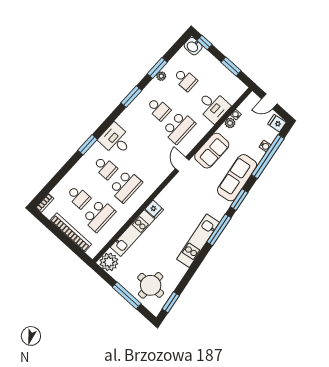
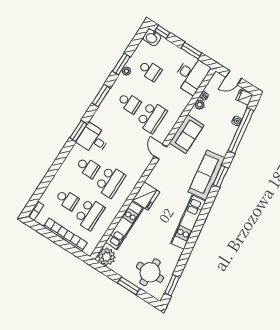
desk: (213, 106) -> (191, 75), moved, width x1.37
window: (88, 145) -> (78, 131), moved
sofa: (237, 178) -> (206, 175), moved
fridge: (154, 209) -> (146, 196), width x1.88, depth x1.34
window: (219, 230) -> (206, 208), removed
window: (127, 295) -> (129, 286), width x0.69

